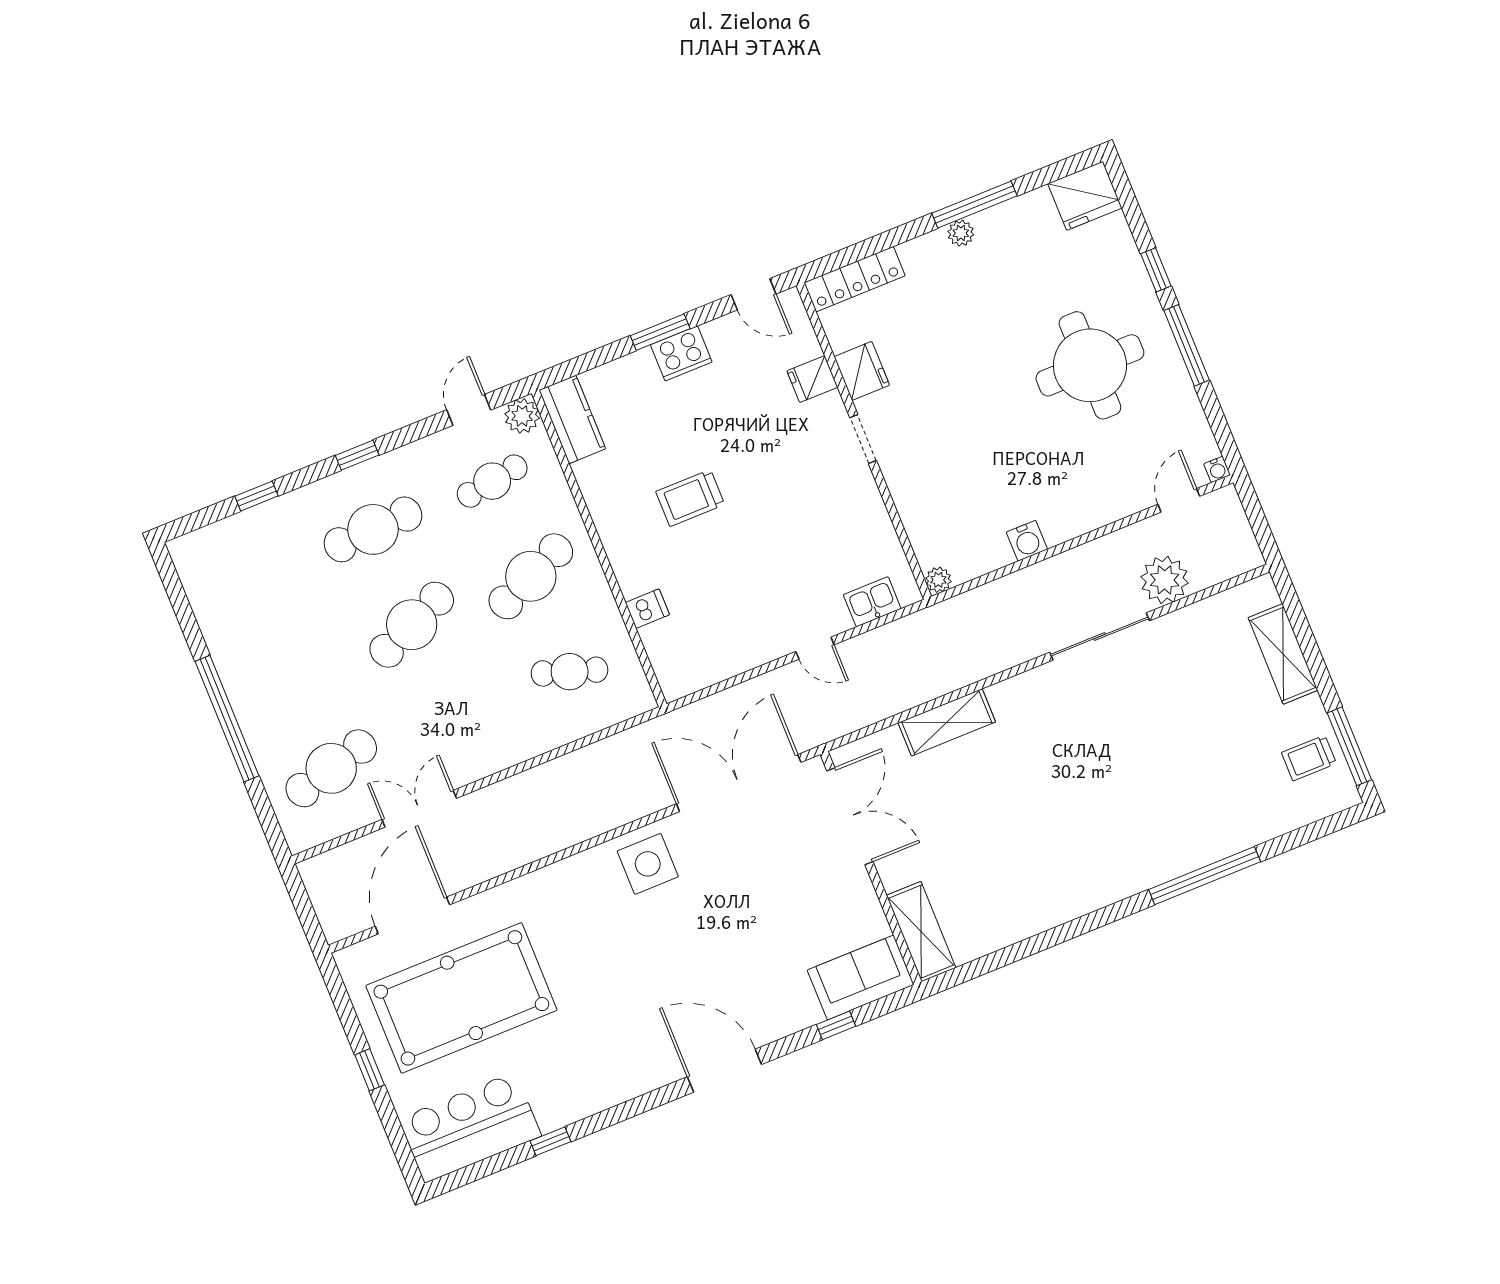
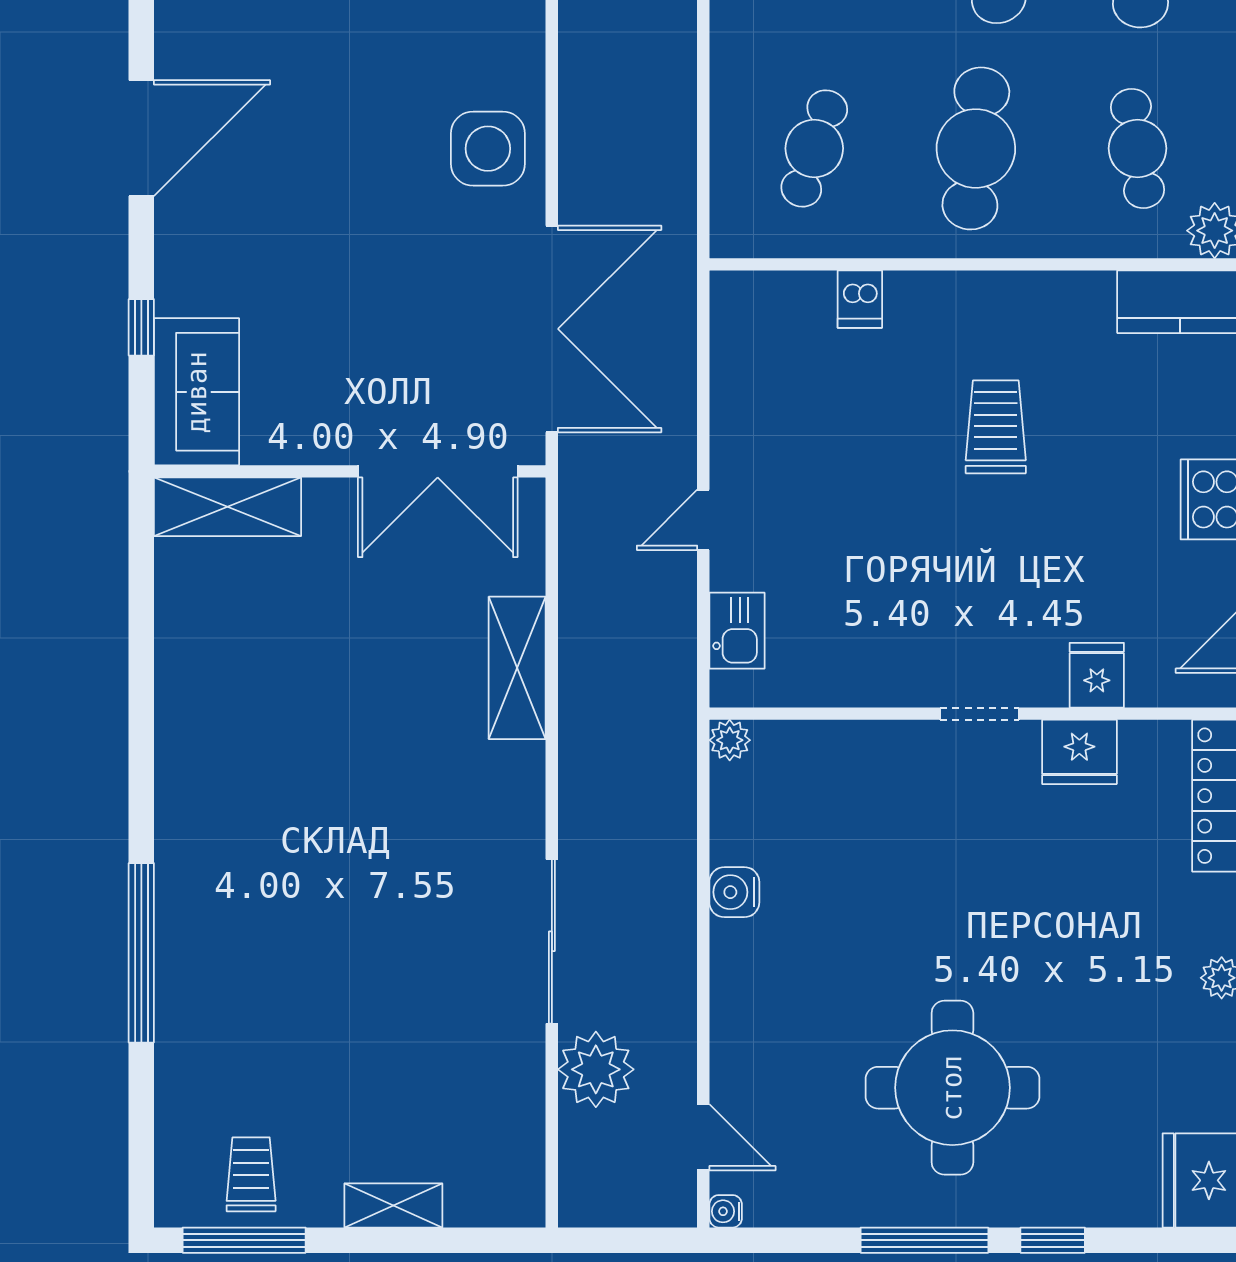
cafe table: (531, 576) -> (976, 148), turned 30
shelving: (1283, 654) -> (393, 1206), width x0.67, depth x0.75

